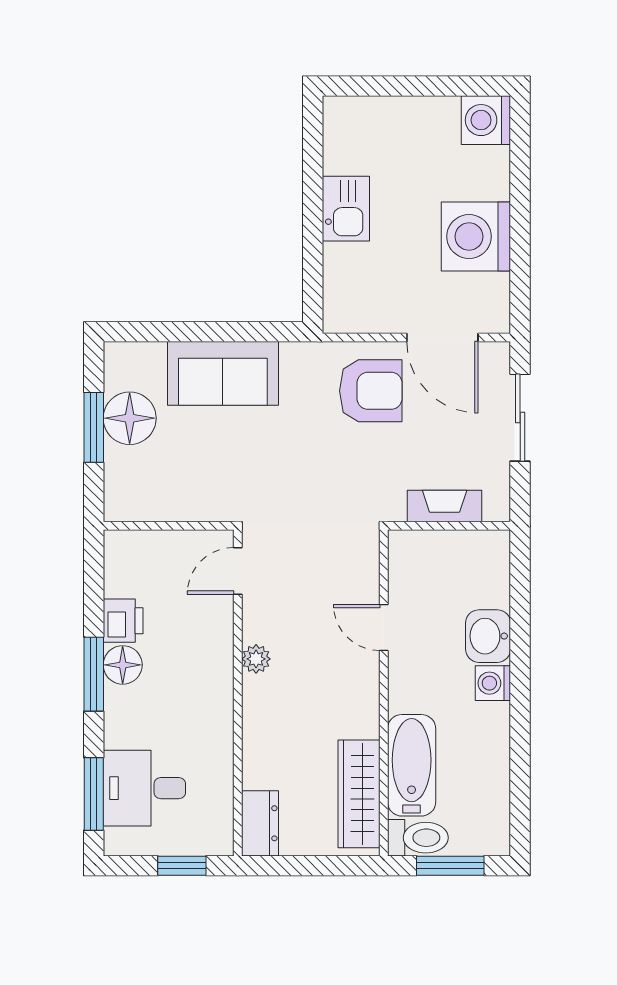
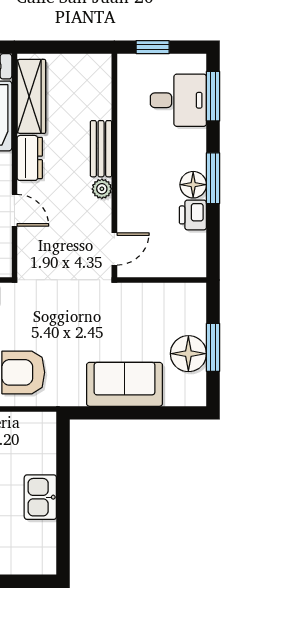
bench: (257, 717) -> (101, 149), added
dresser: (260, 823) -> (30, 158), moved, turned 180

